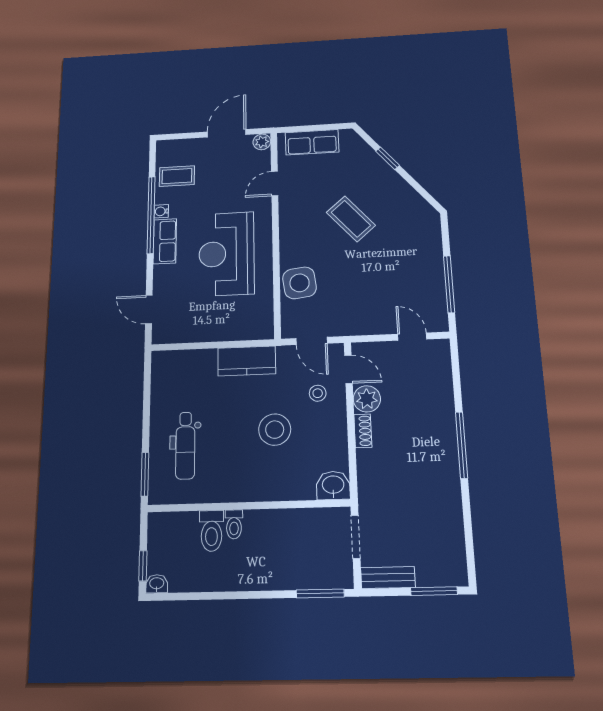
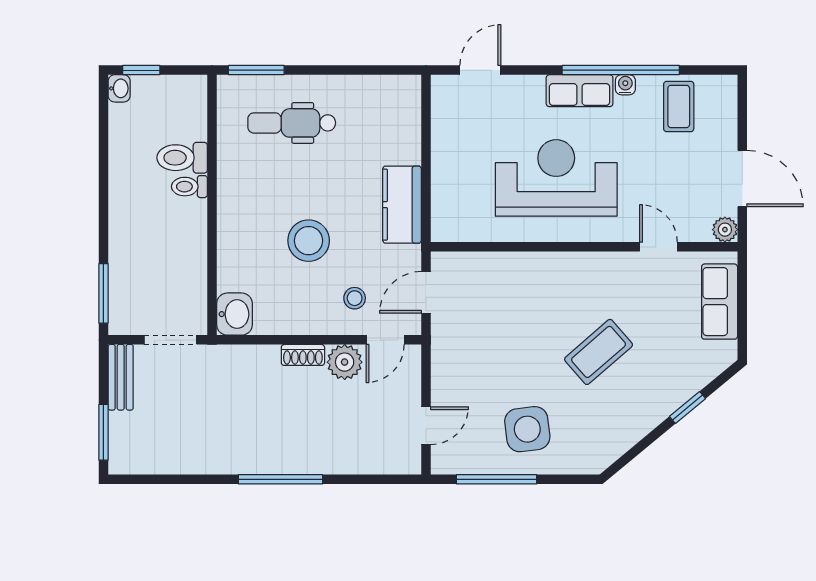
side table: (300, 283) -> (527, 429), moved

